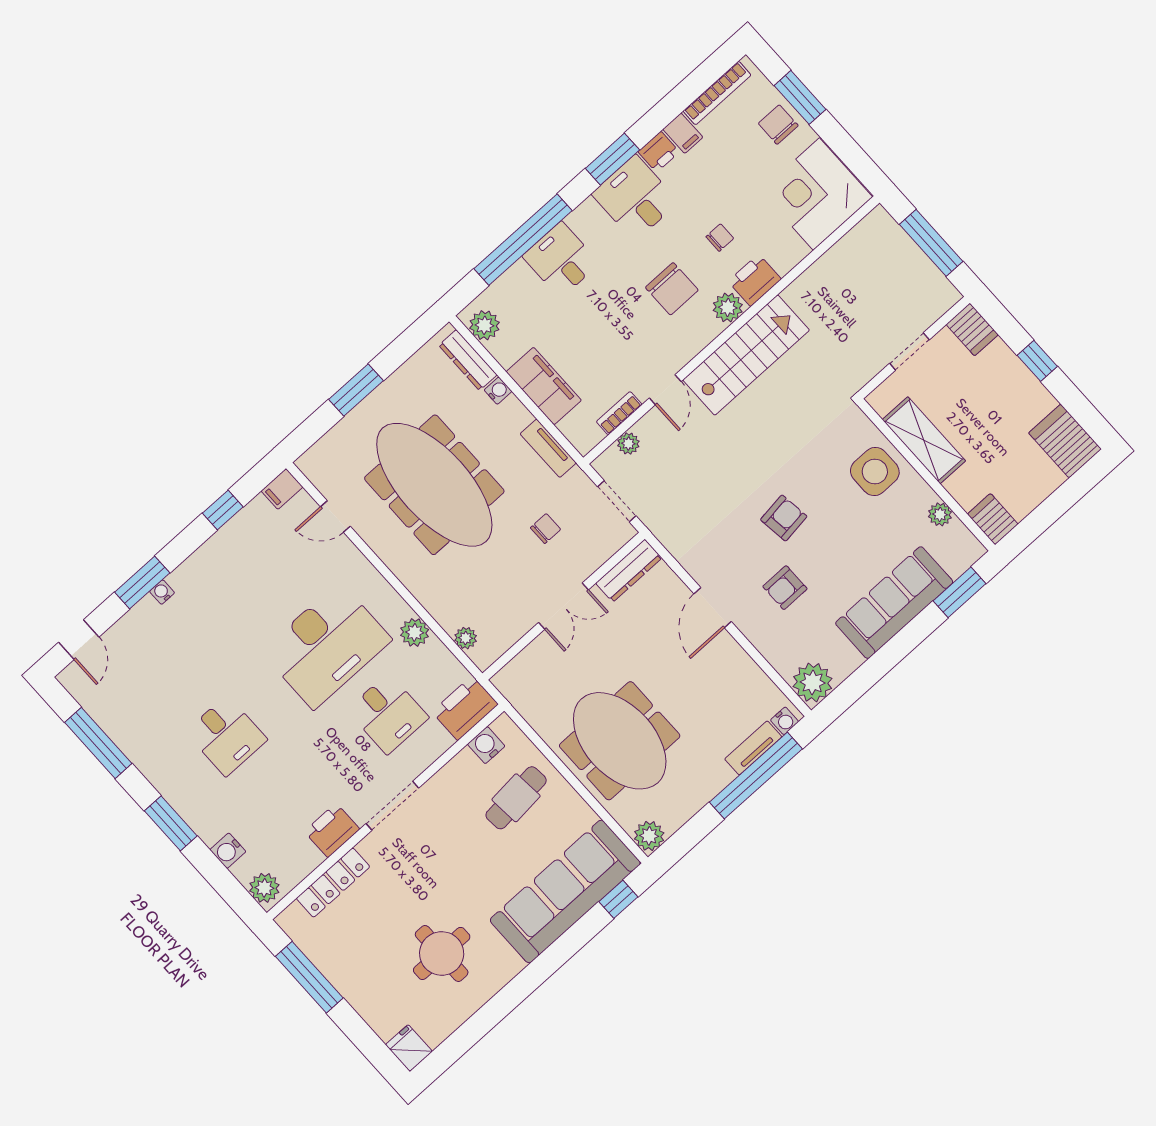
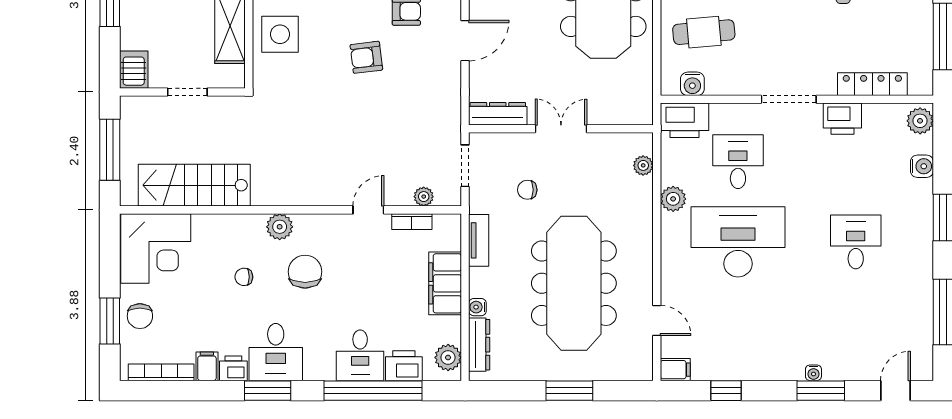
printer: (755, 280) -> (404, 366), moved, turned 180
stairs: (746, 355) -> (194, 185), moved

